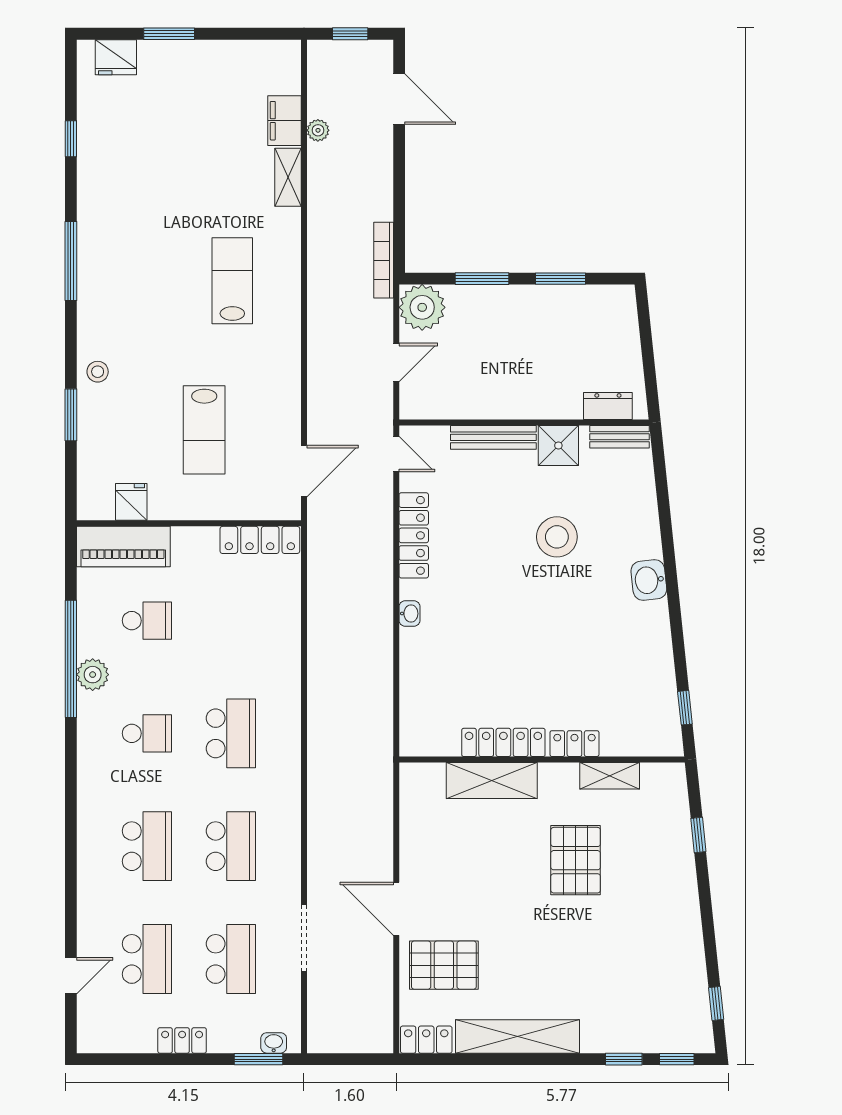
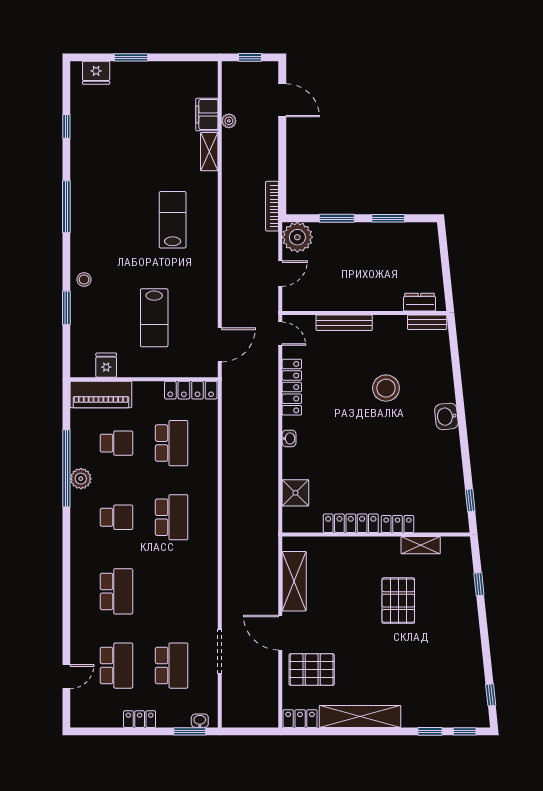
shower: (558, 446) -> (295, 493), moved
shelving: (492, 781) -> (294, 581), moved, turned 90
school desk: (231, 846) -> (172, 443), moved

